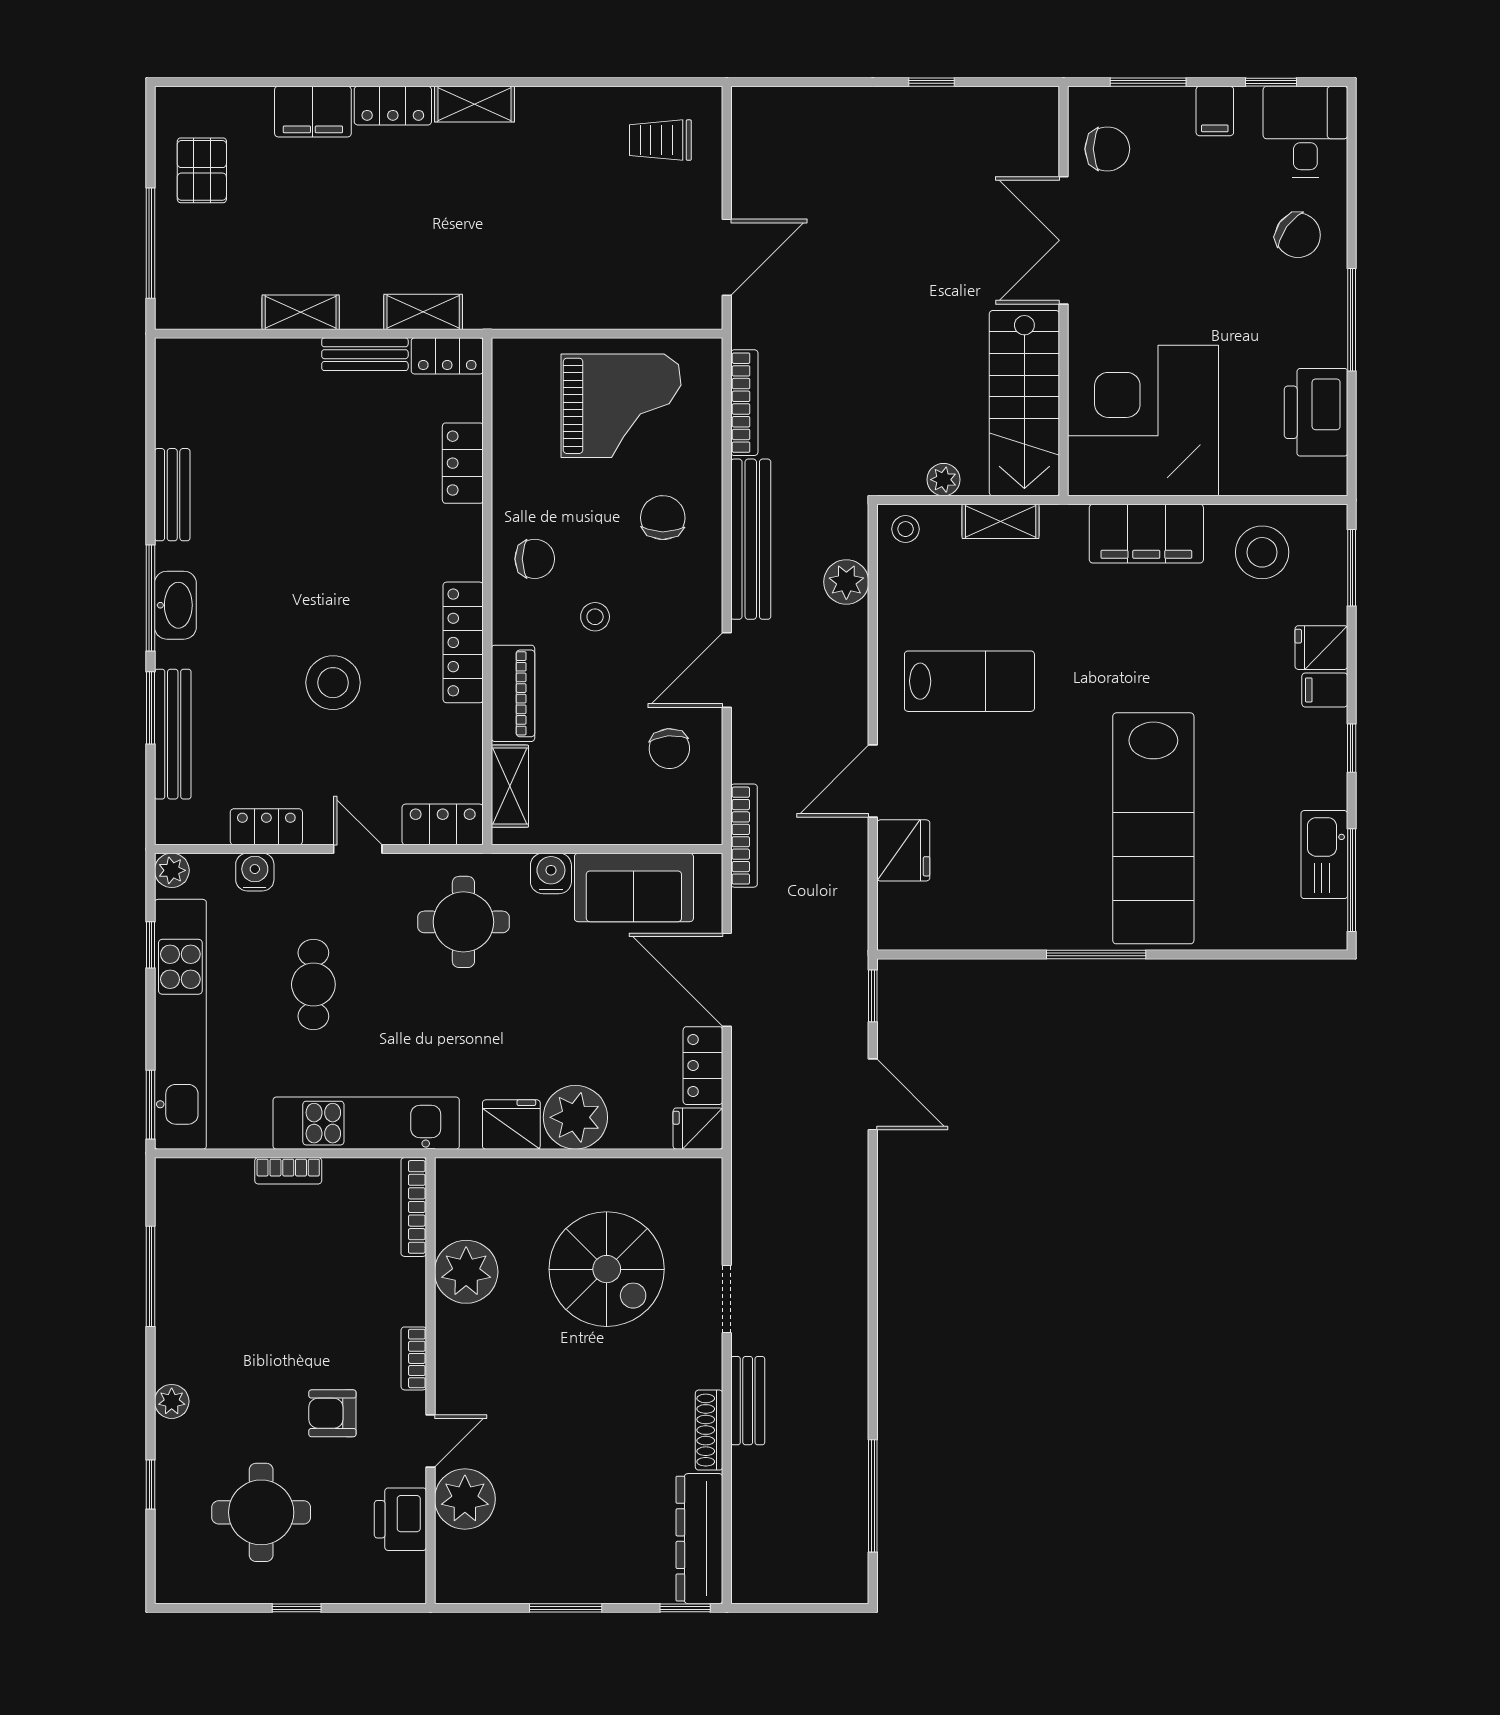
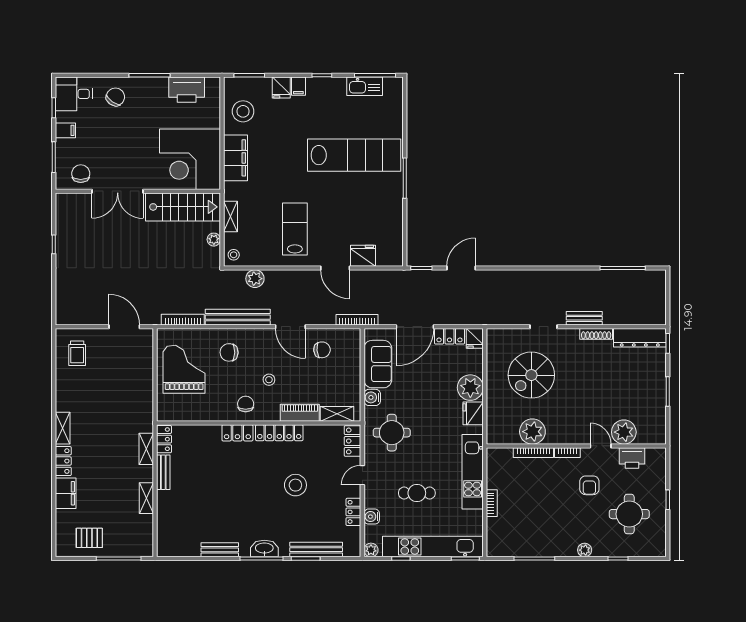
locker: (463, 463) -> (237, 433), moved
bookcase: (414, 1207) -> (533, 453), moved
spiral stairs: (607, 1269) -> (531, 375), turned 180

